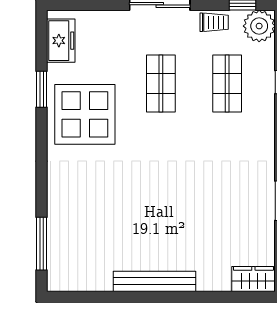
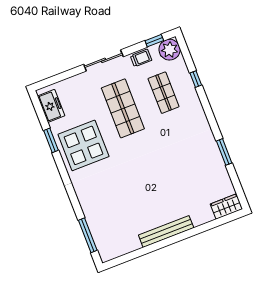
shop shelf: (161, 84) -> (123, 108), width x1.43, depth x1.36

